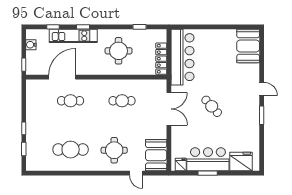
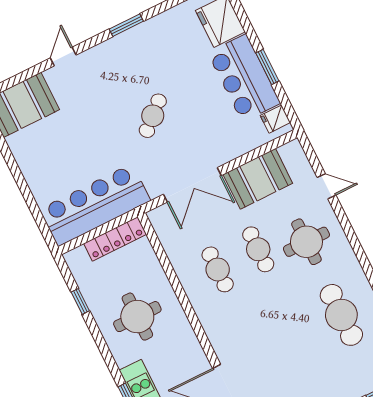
door: (262, 89) -> (63, 57), moved
cafe table: (71, 101) -> (258, 249), moved
double door: (169, 109) -> (192, 185), swing flipped
booth: (156, 155) -> (258, 179), moved
door: (136, 173) -> (327, 186), hinge flipped

